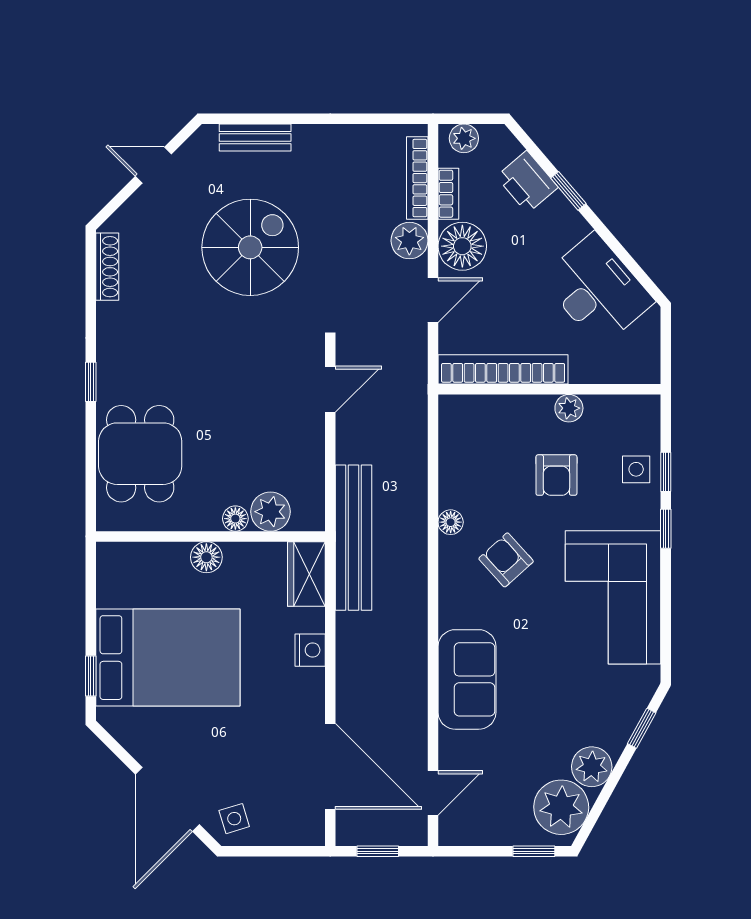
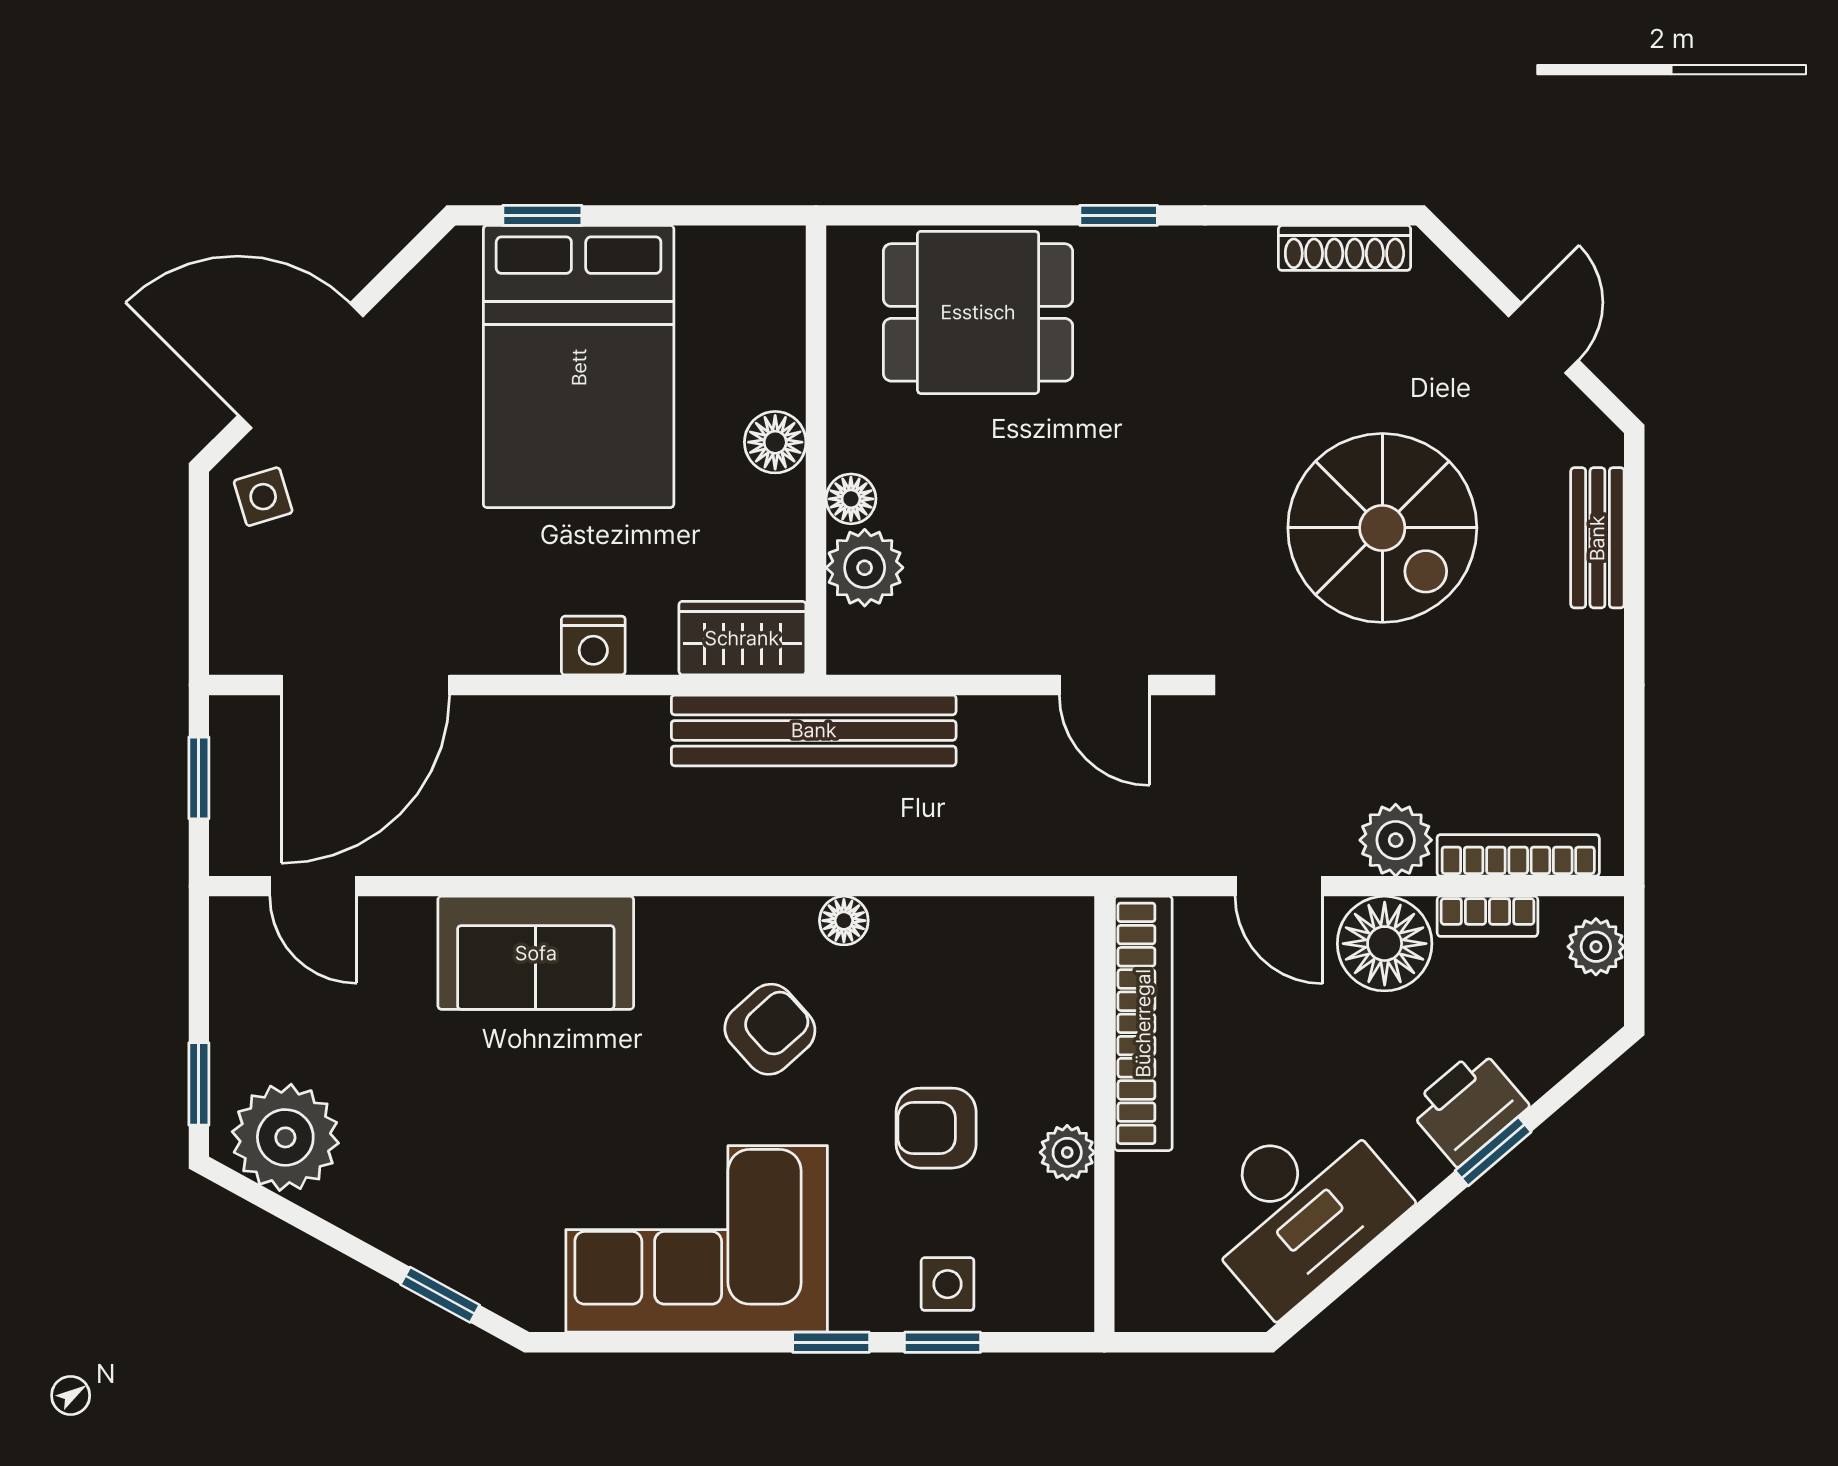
printer: (527, 182) -> (1468, 1107), moved
plant: (592, 767) -> (365, 1197), removed

